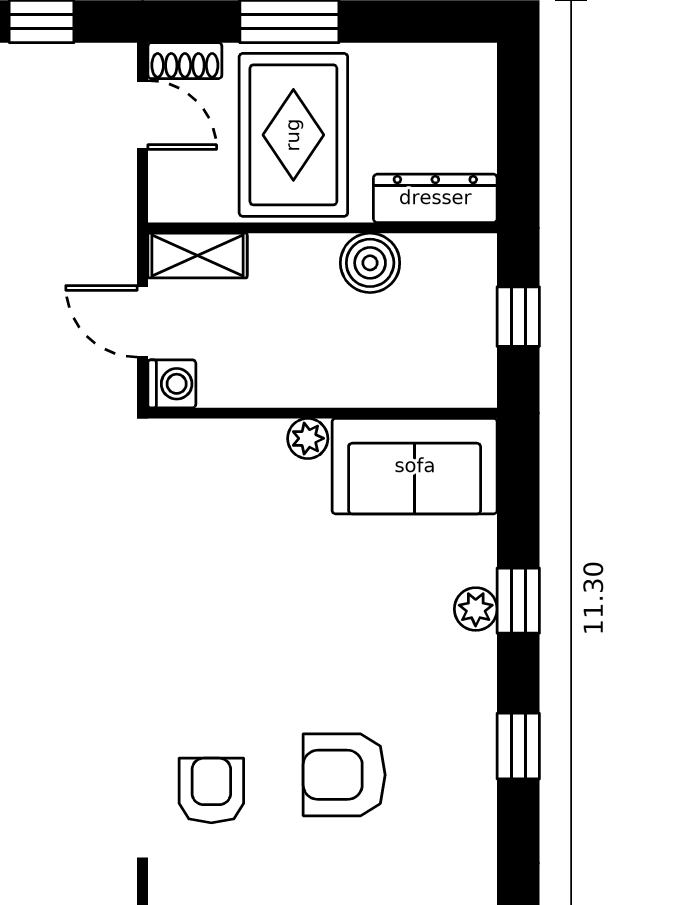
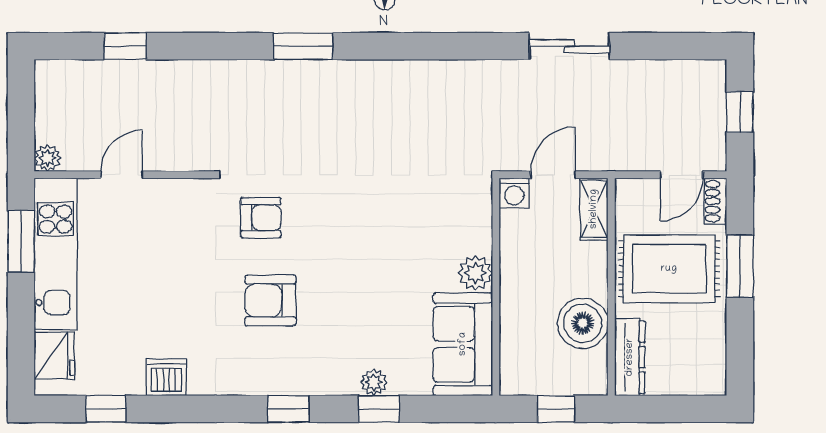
boiler: (370, 263) -> (583, 323), width x1.37, depth x1.37
plant: (308, 438) -> (475, 273), width x1.38, depth x1.38
armchair: (344, 775) -> (270, 300), turned -90

